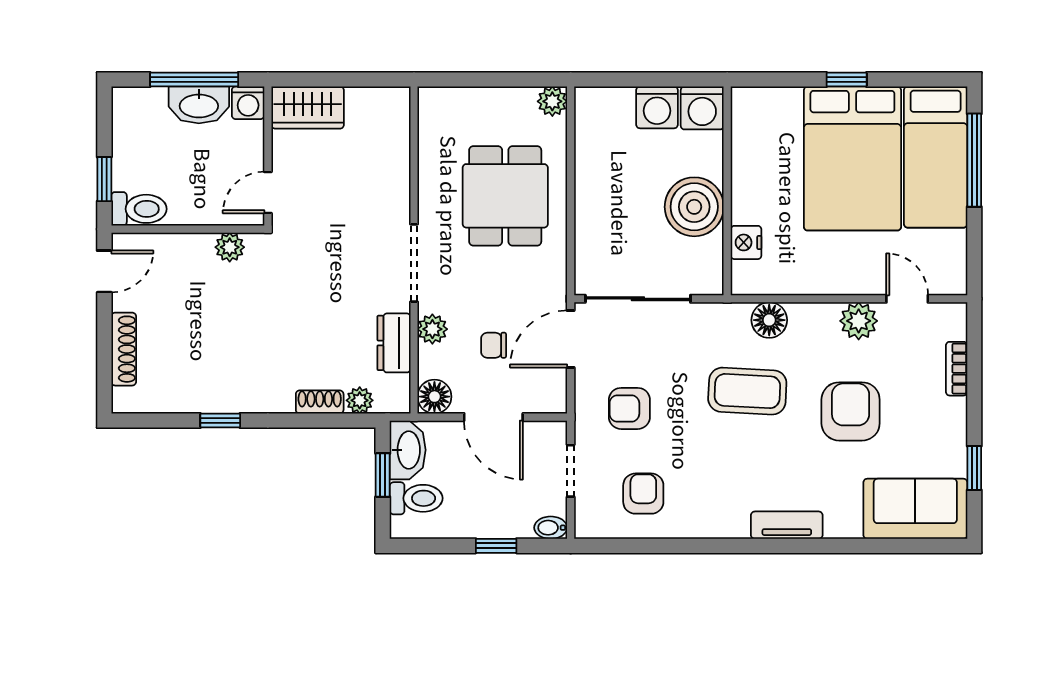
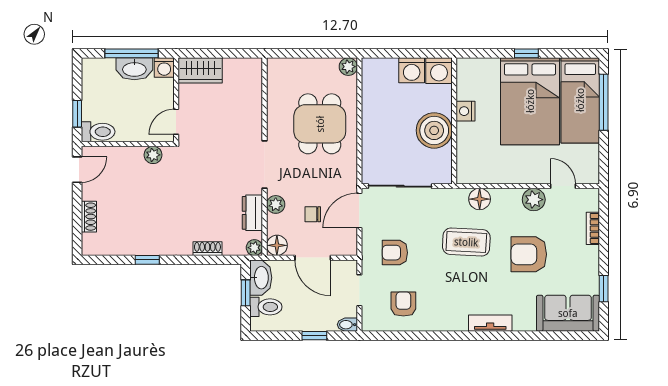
nightstand: (746, 242) -> (466, 111), moved
shoe rack: (124, 349) -> (89, 217), width x0.70
plant: (360, 400) -> (254, 248), moved
armchair: (851, 411) -> (529, 254), turned -90

